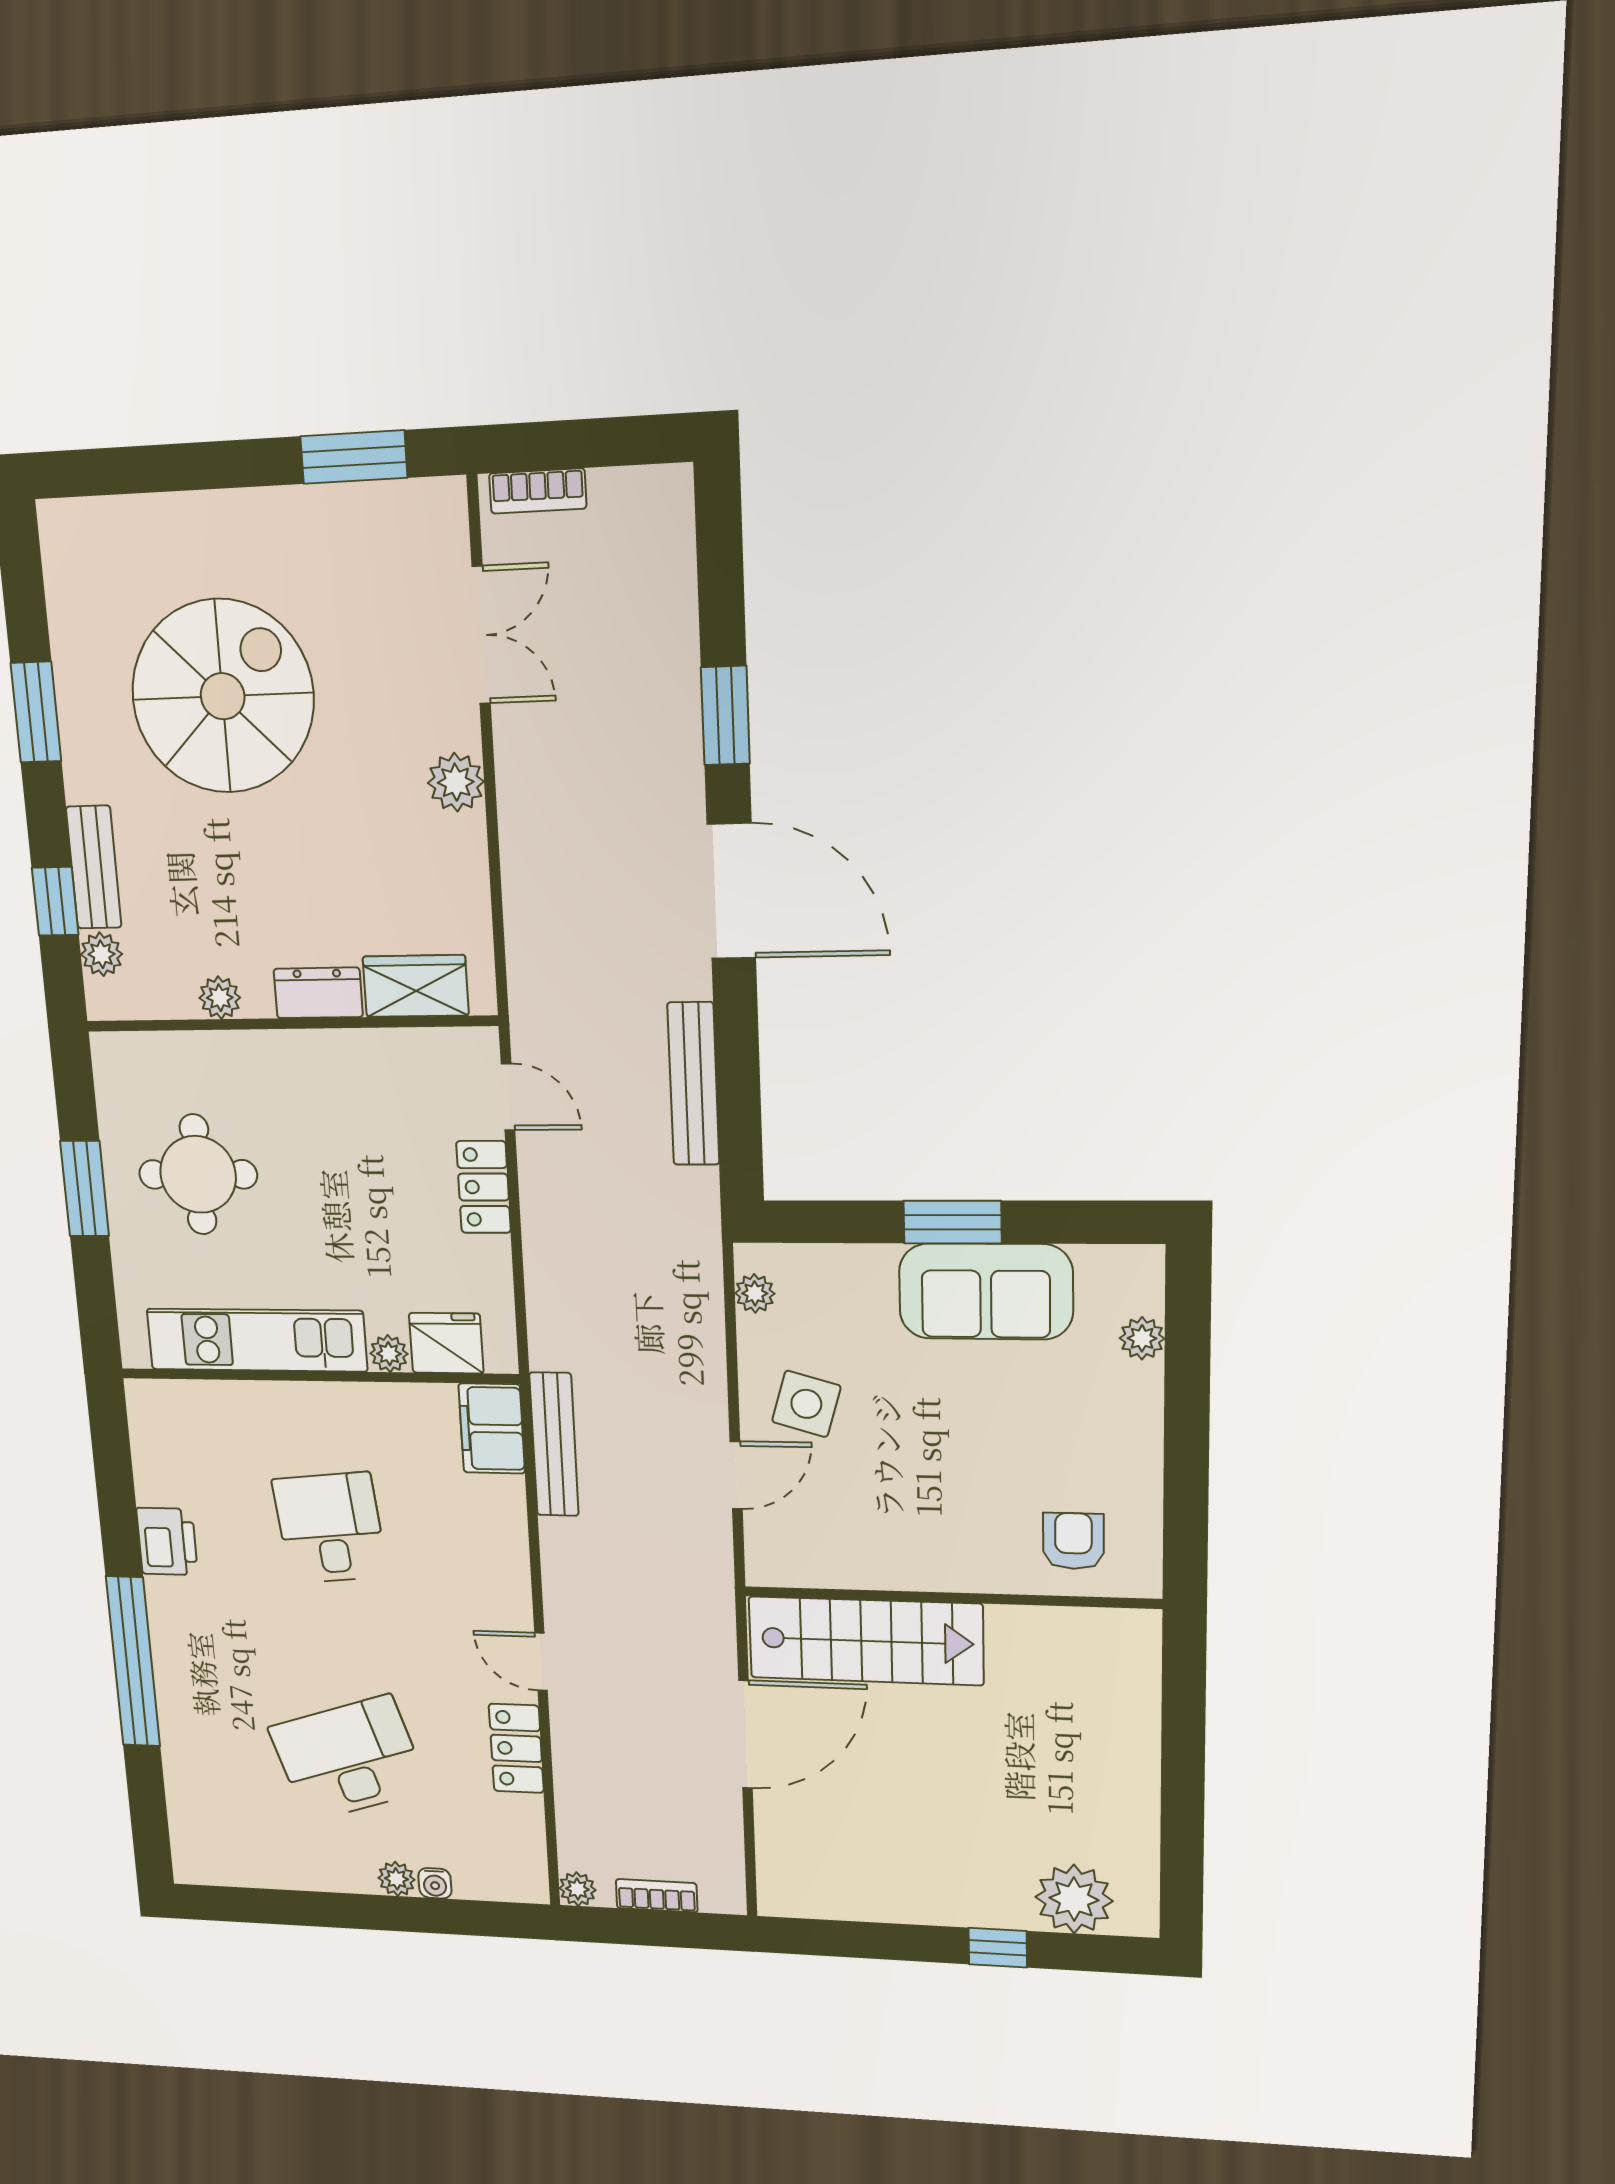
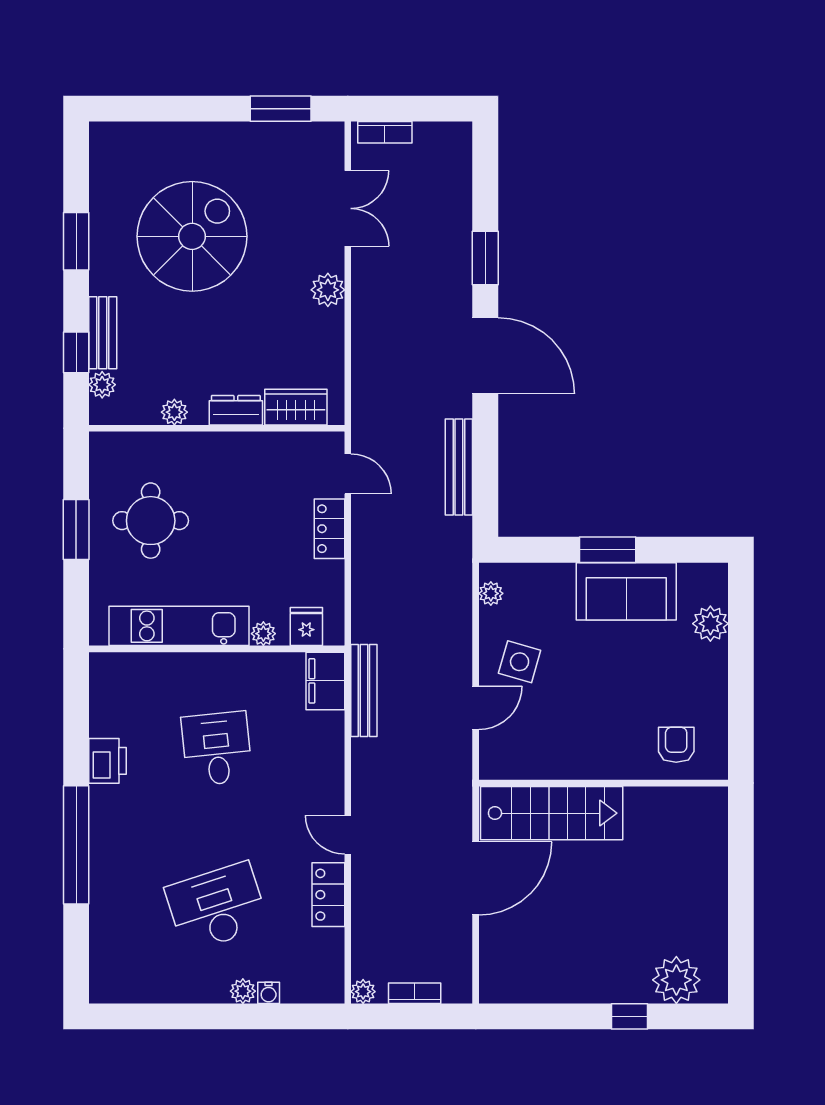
plant: (1142, 1338) -> (710, 624), width x1.38, depth x1.38
fridge: (446, 1343) -> (306, 626), width x0.72

